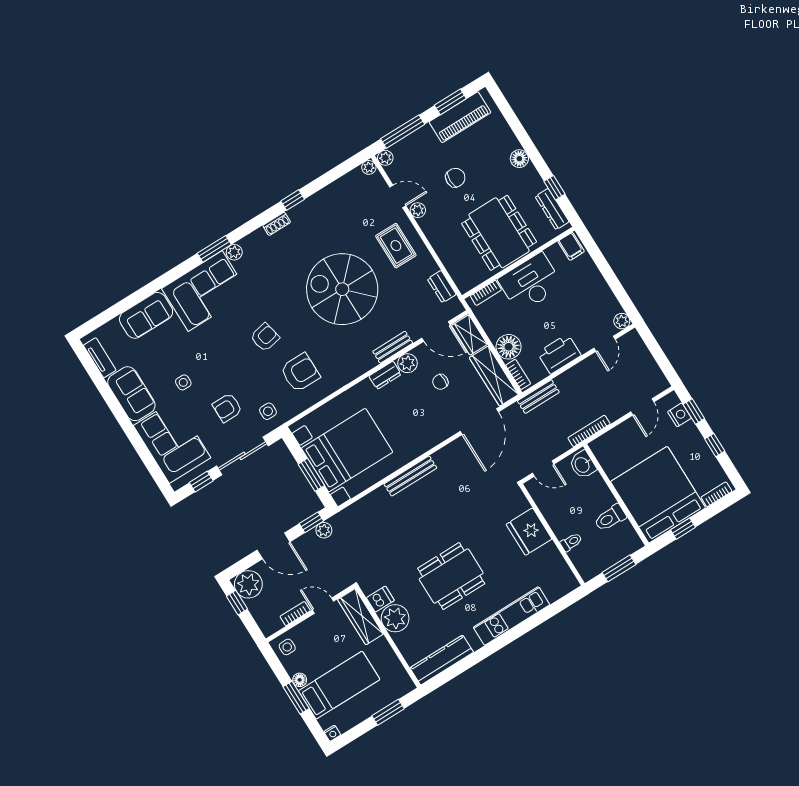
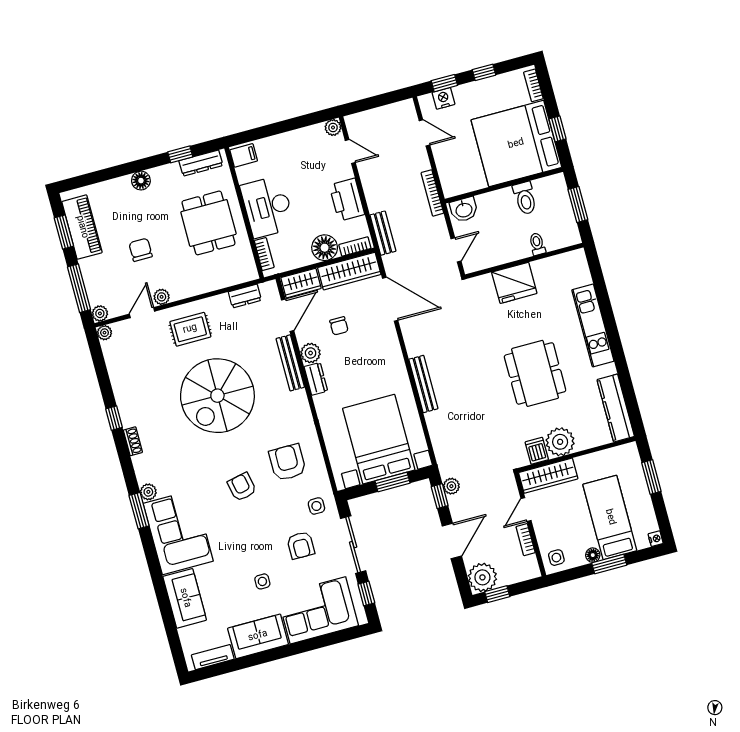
dining table: (499, 233) -> (208, 223), width x0.73
bench: (393, 347) -> (290, 363), width x1.36

